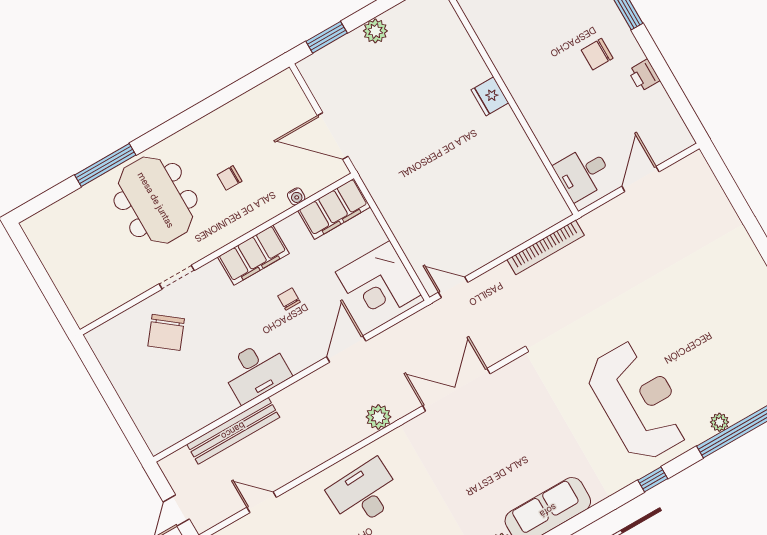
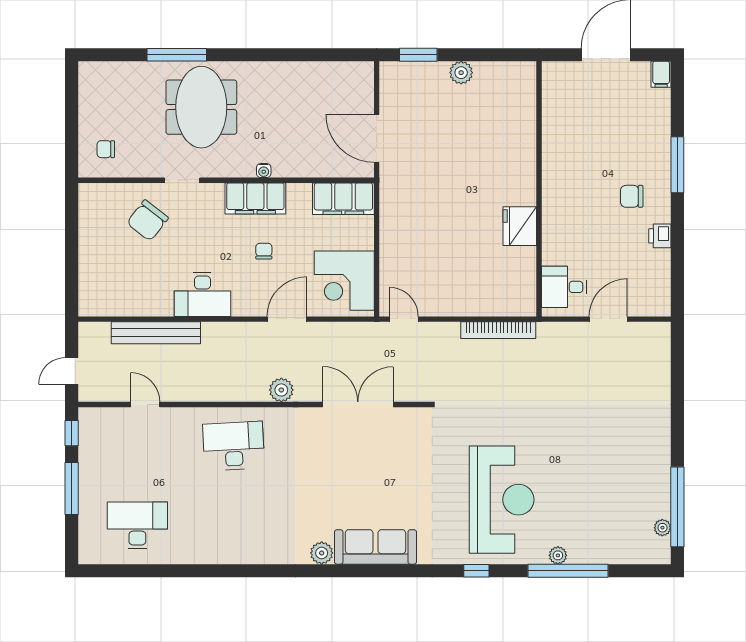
fridge: (490, 96) -> (520, 226), moved, width x1.36, depth x1.34
chair: (230, 178) -> (106, 149), moved
water cooler: (296, 196) -> (264, 171), moved

